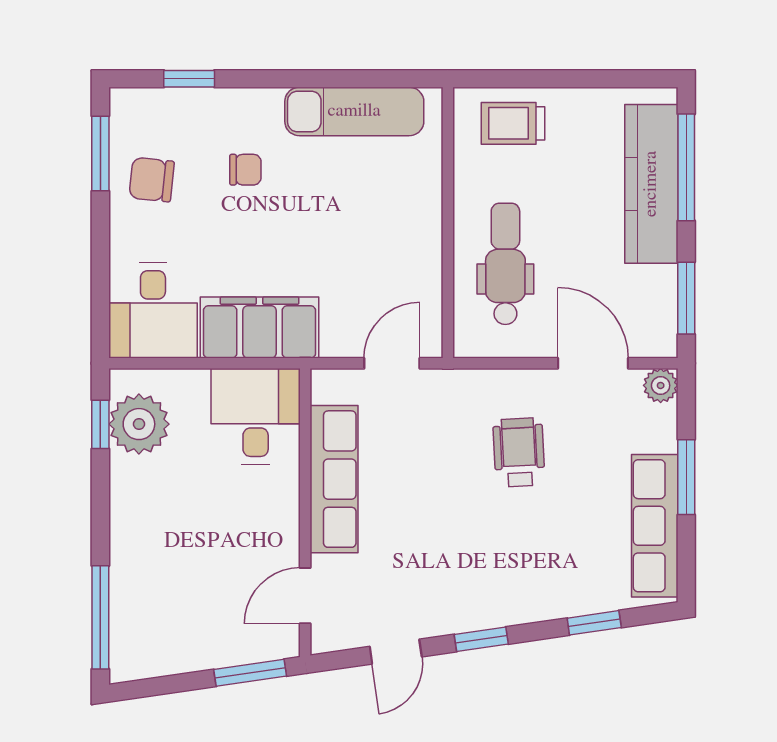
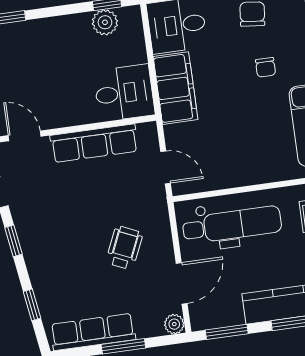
dental chair: (505, 264) -> (232, 225), width x1.36, depth x1.38
plant: (139, 424) -> (105, 22), width x0.73, depth x0.73
wheelchair: (519, 452) -> (124, 248), turned -63

